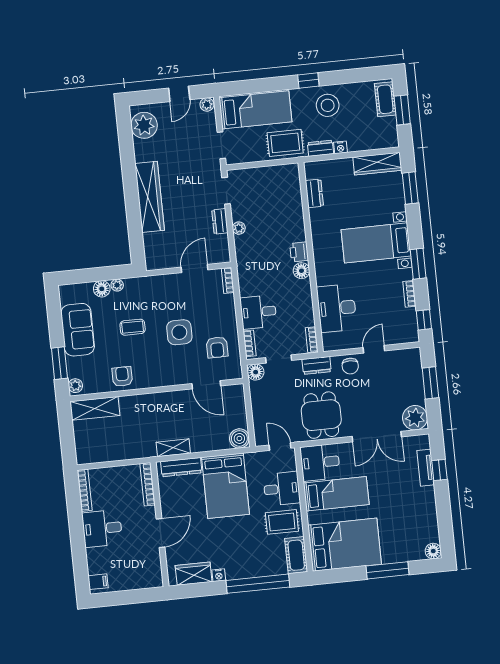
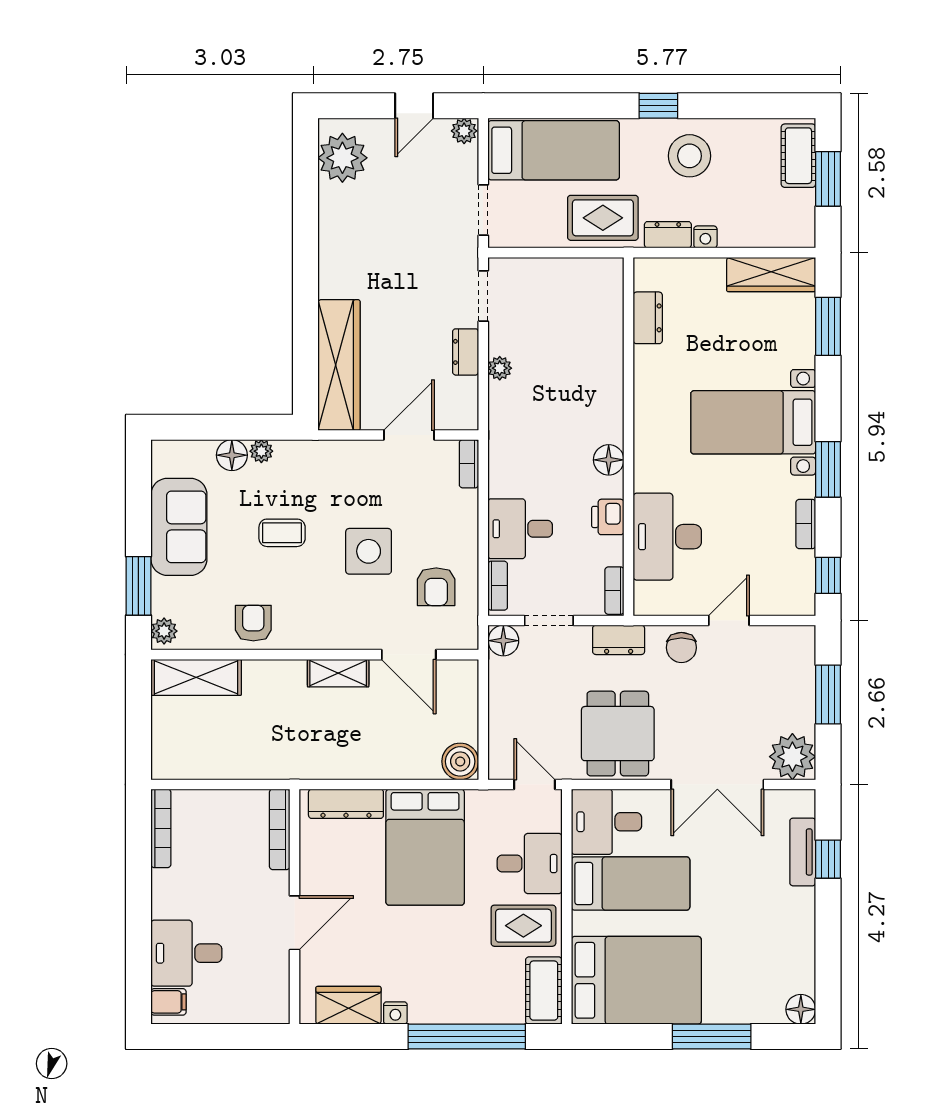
wardrobe: (150, 197) -> (339, 365), moved
printer: (299, 252) -> (608, 517), moved
shelving: (173, 448) -> (338, 673), moved
desk: (102, 528) -> (186, 953), moved

